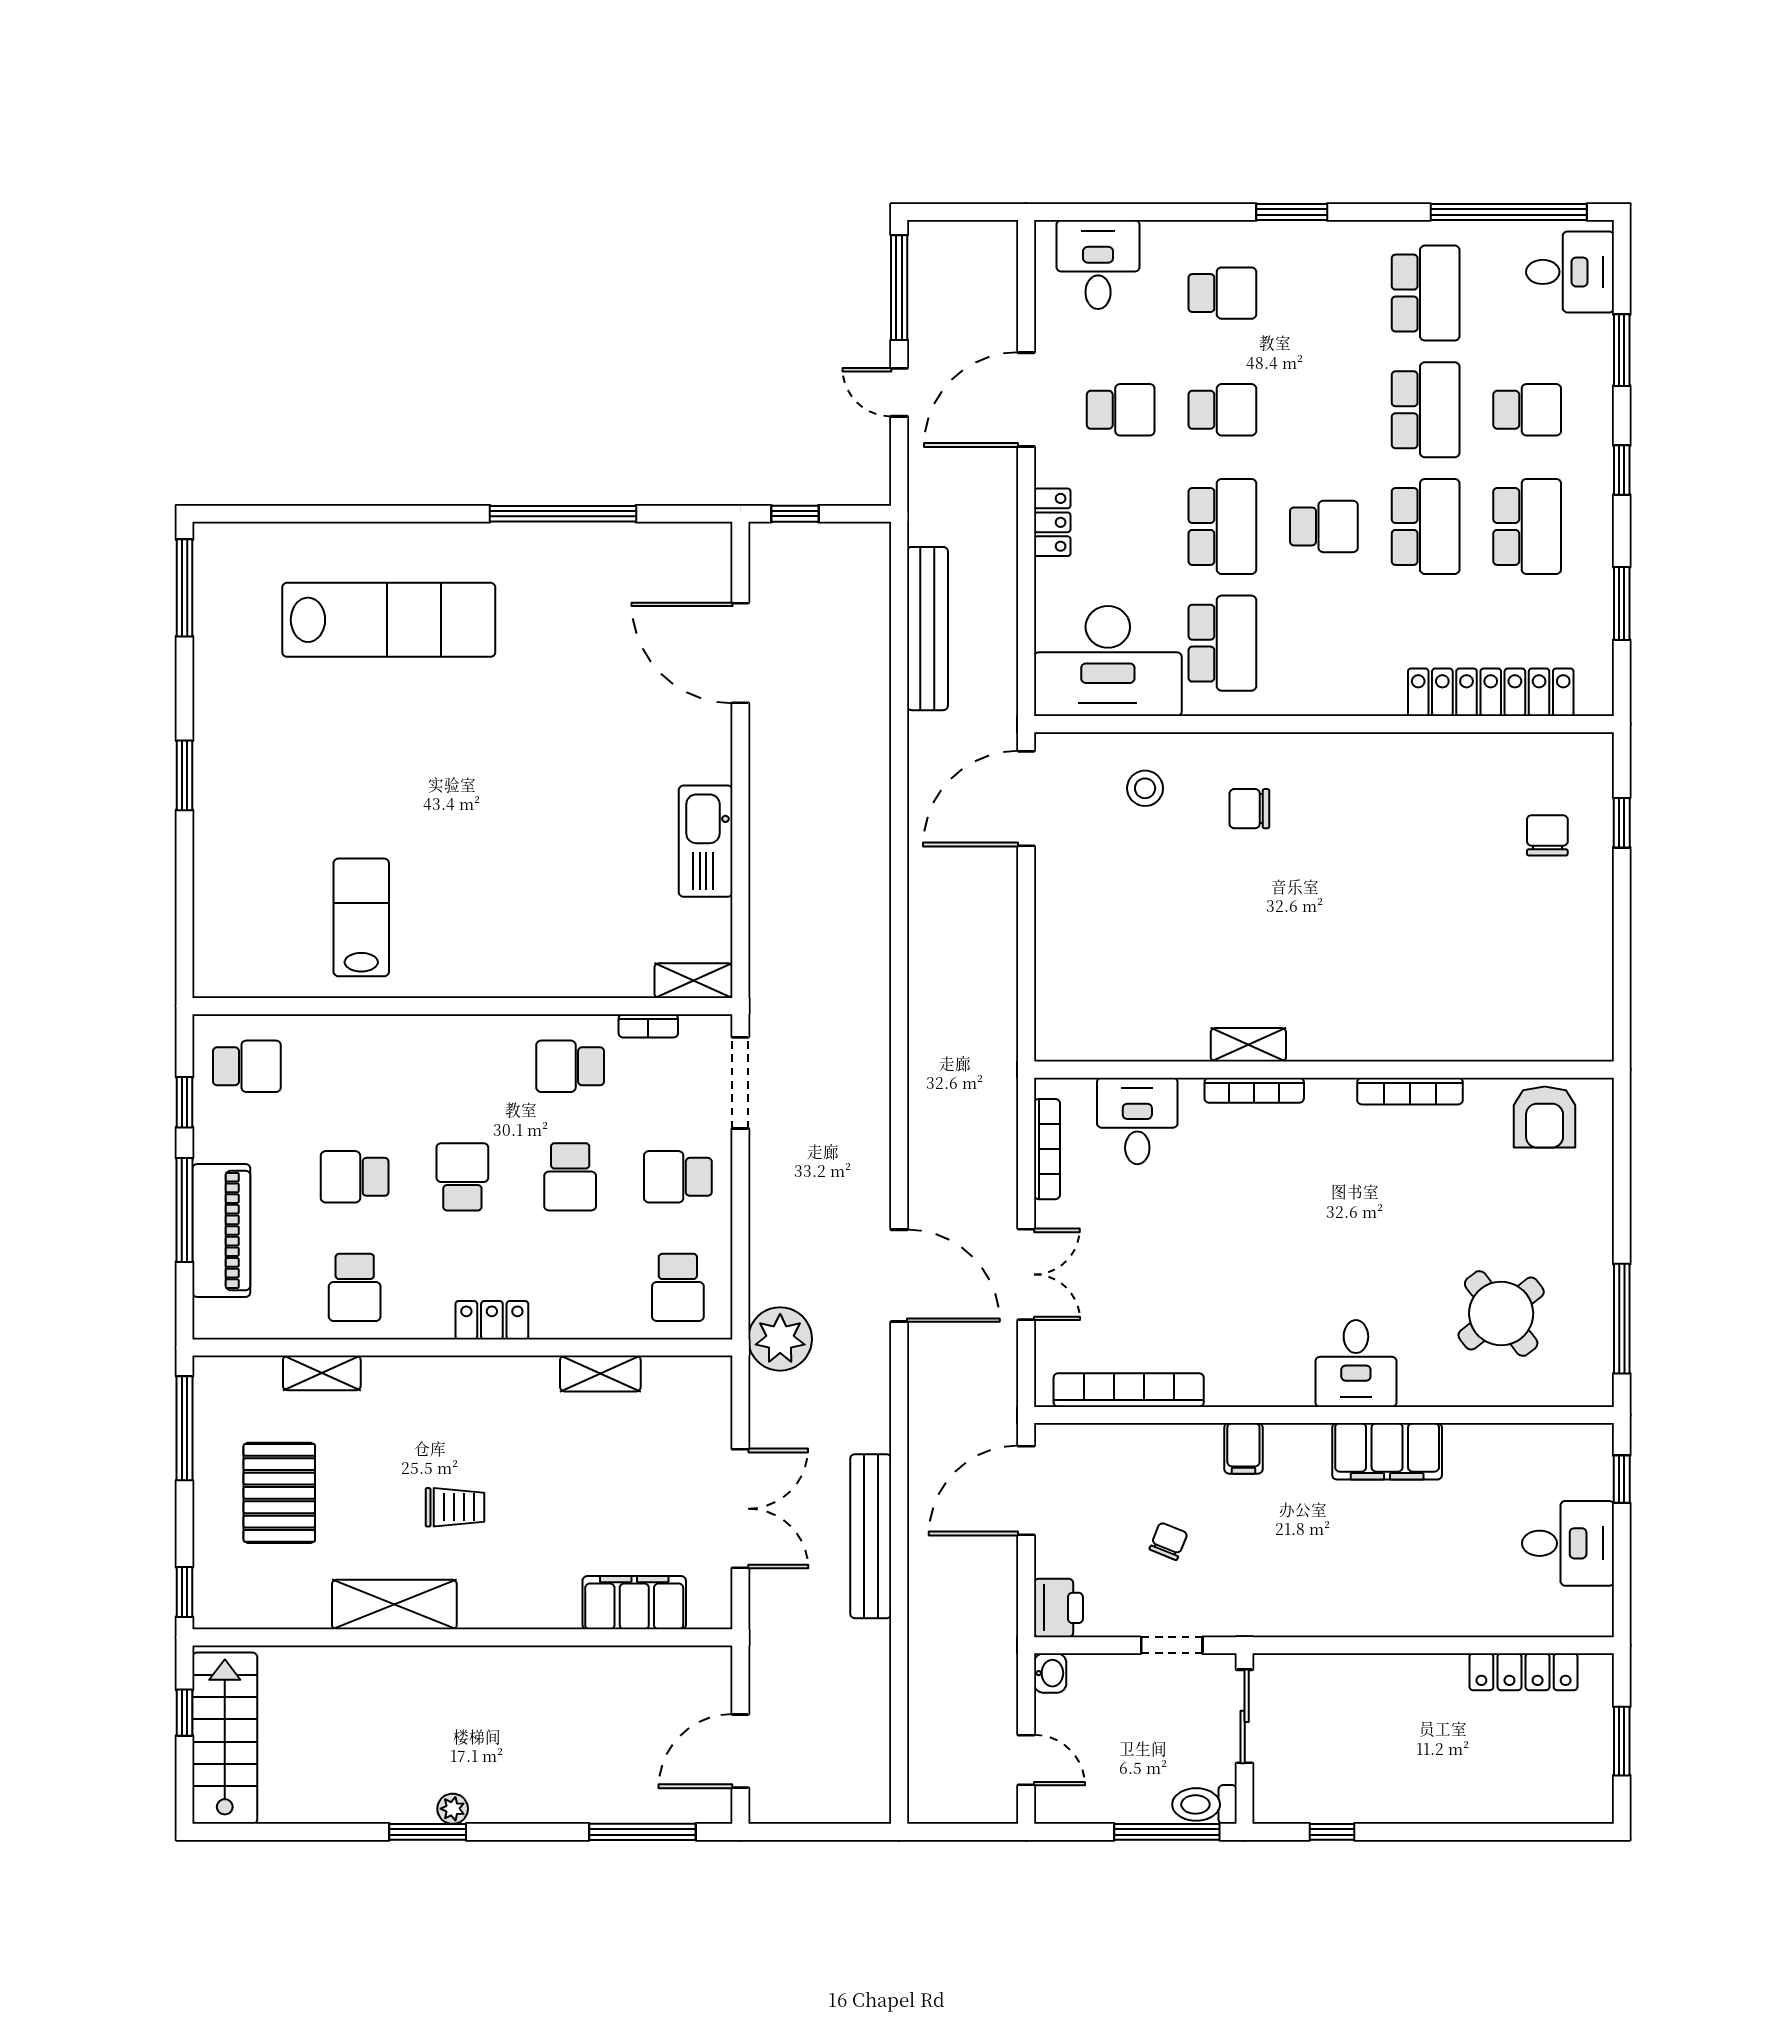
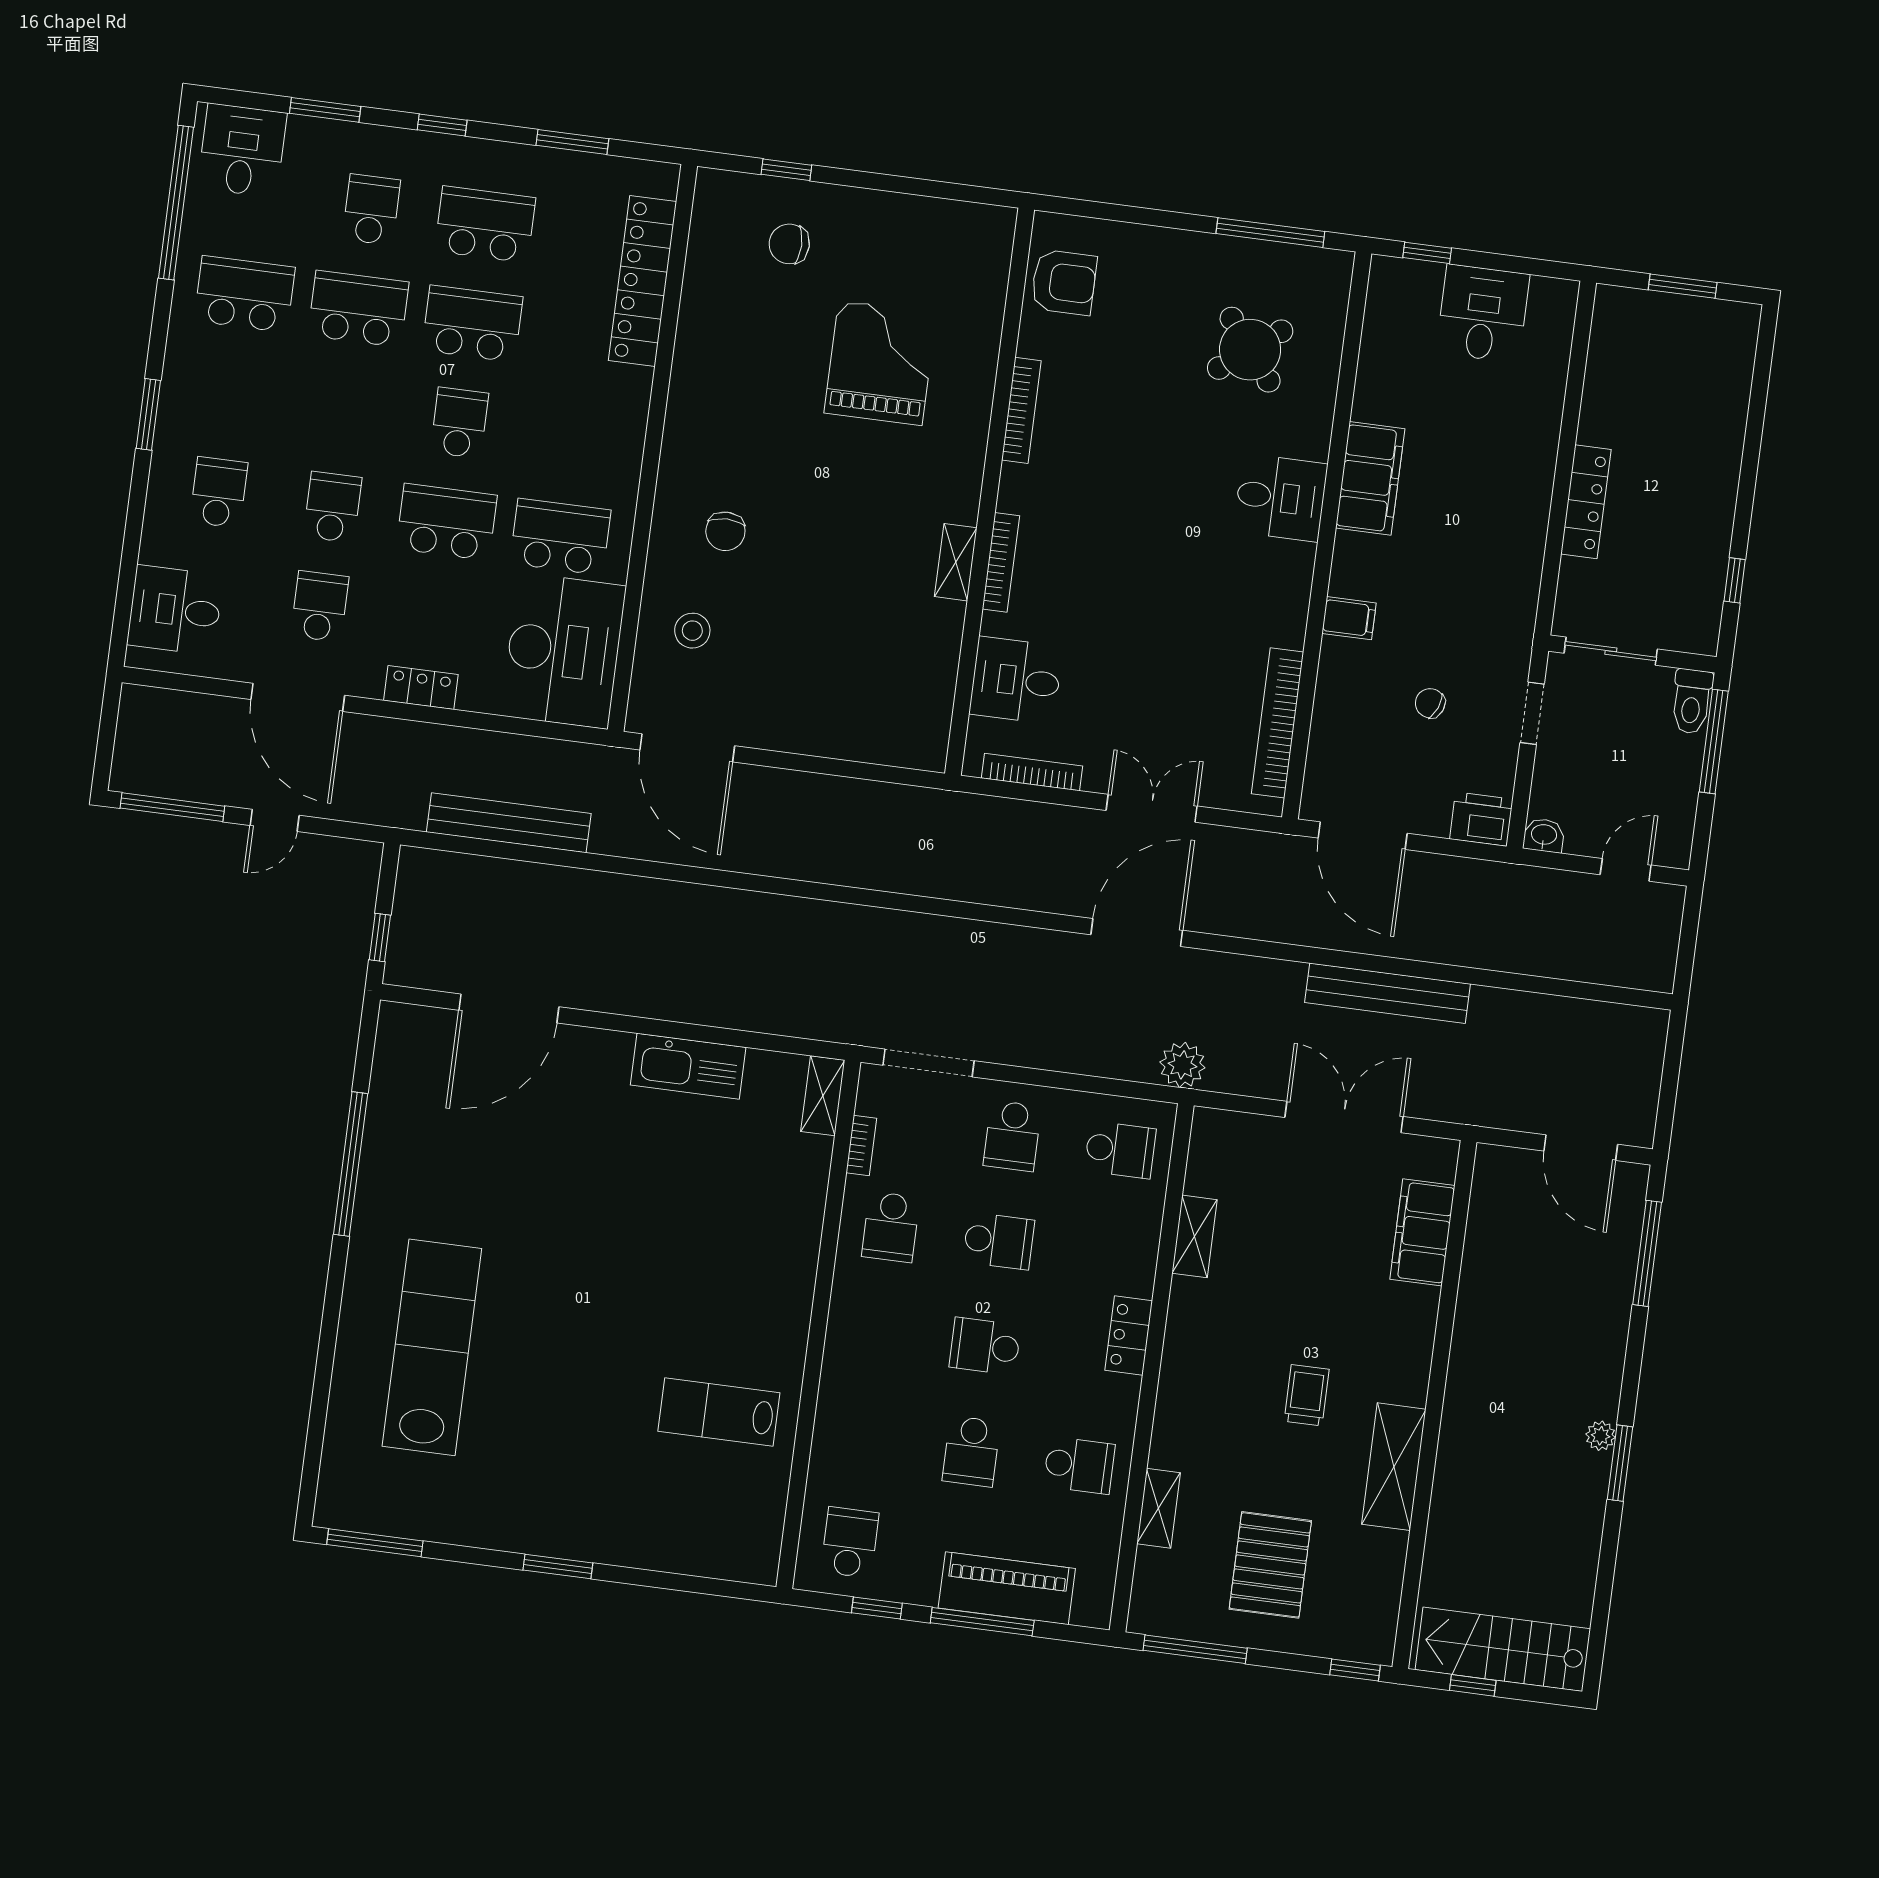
grand piano: (1439, 943) -> (880, 363), added
plant: (780, 1339) -> (1182, 1065), width x0.73, depth x0.73
pallet: (279, 1493) -> (1270, 1565), turned 90
locker: (1524, 1672) -> (1586, 502), moved

